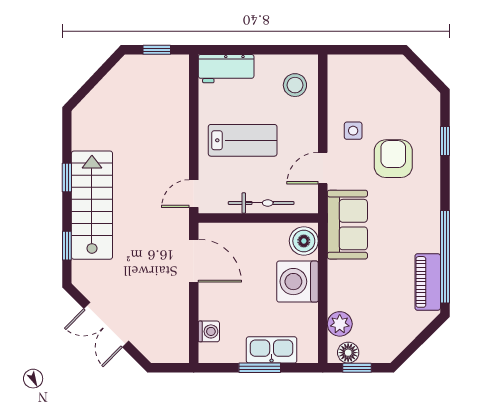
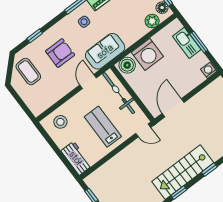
coffee table: (401, 94) -> (28, 72), added
side table: (353, 131) -> (84, 22), moved
armchair: (393, 159) -> (60, 53), turned 180
door: (323, 168) -> (88, 81), swing flipped
bicycle: (261, 203) -> (119, 93), width x1.37, depth x1.40
washing machine: (209, 331) -> (209, 70), moved

